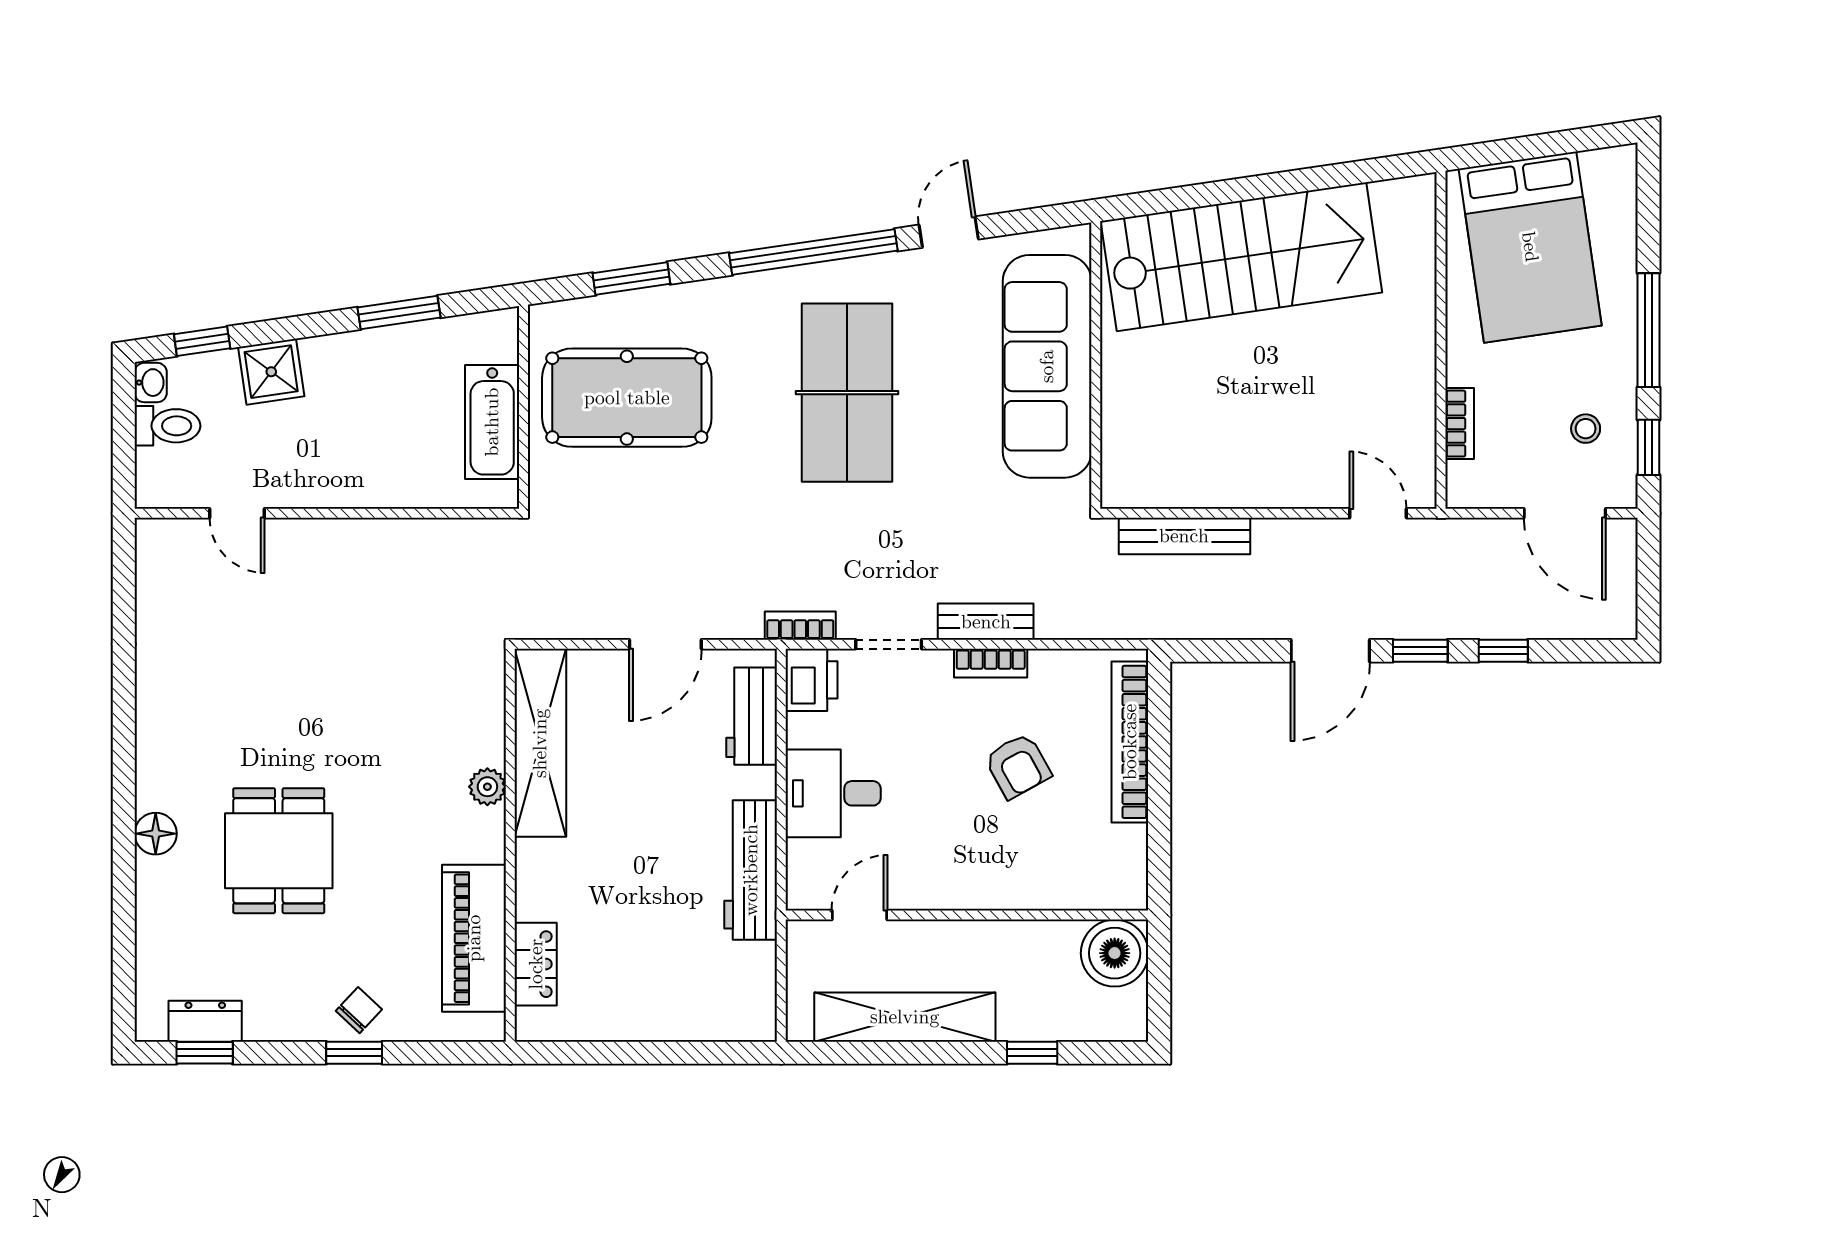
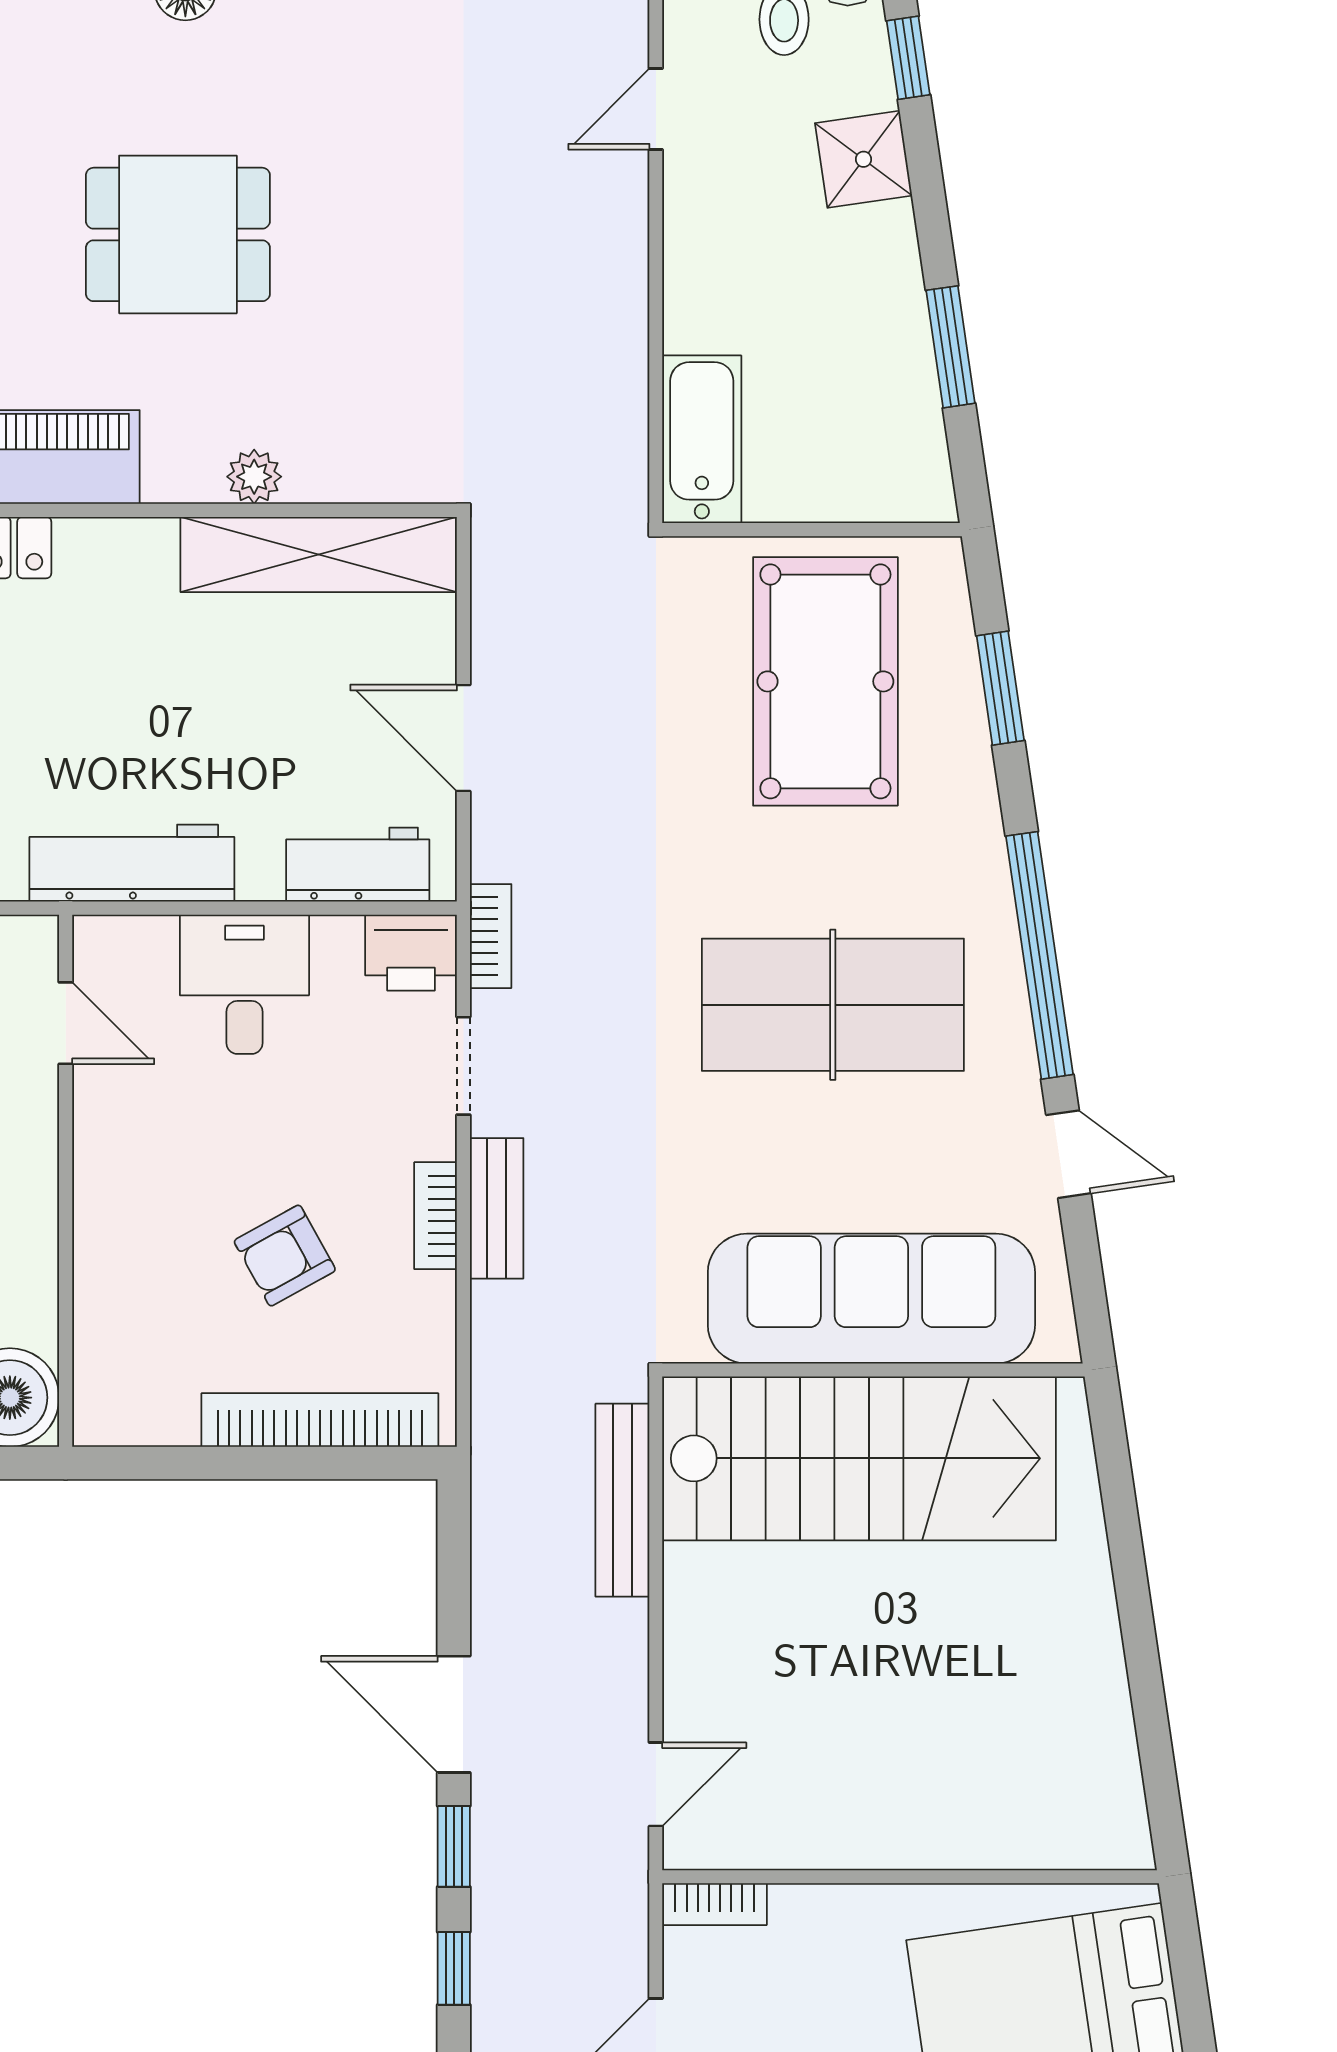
stairs: (1241, 257) -> (859, 1458), moved, turned -82
bathtub: (492, 422) -> (702, 439), moved, turned 90
bookcase: (1460, 424) -> (715, 1904), moved
dining table: (279, 851) -> (178, 234), moved

